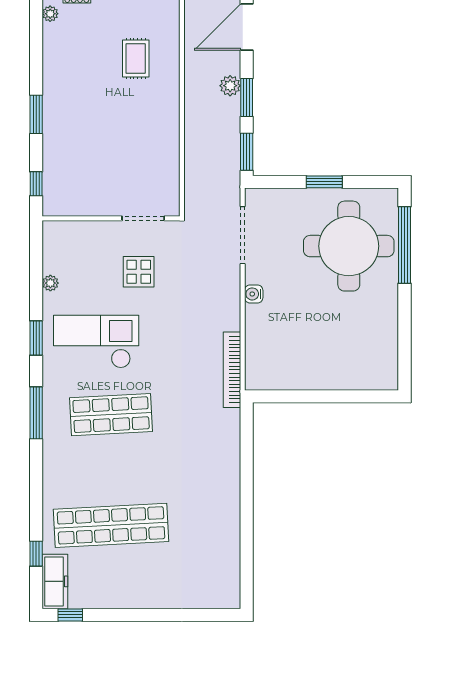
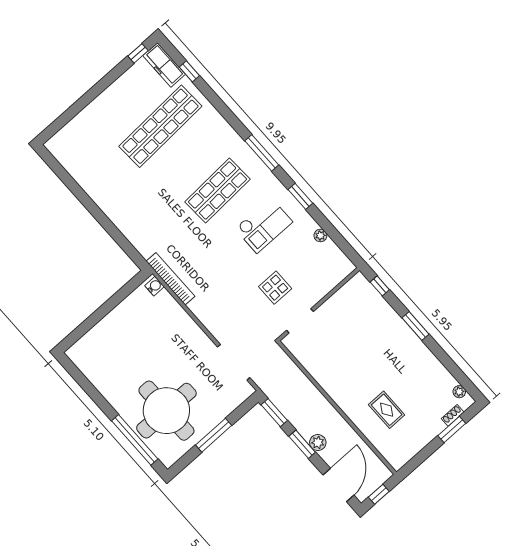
window: (324, 182) -> (214, 435), width x1.44
water cooler: (254, 294) -> (155, 286), moved
checkout: (96, 342) -> (264, 225), width x0.73, depth x0.83

